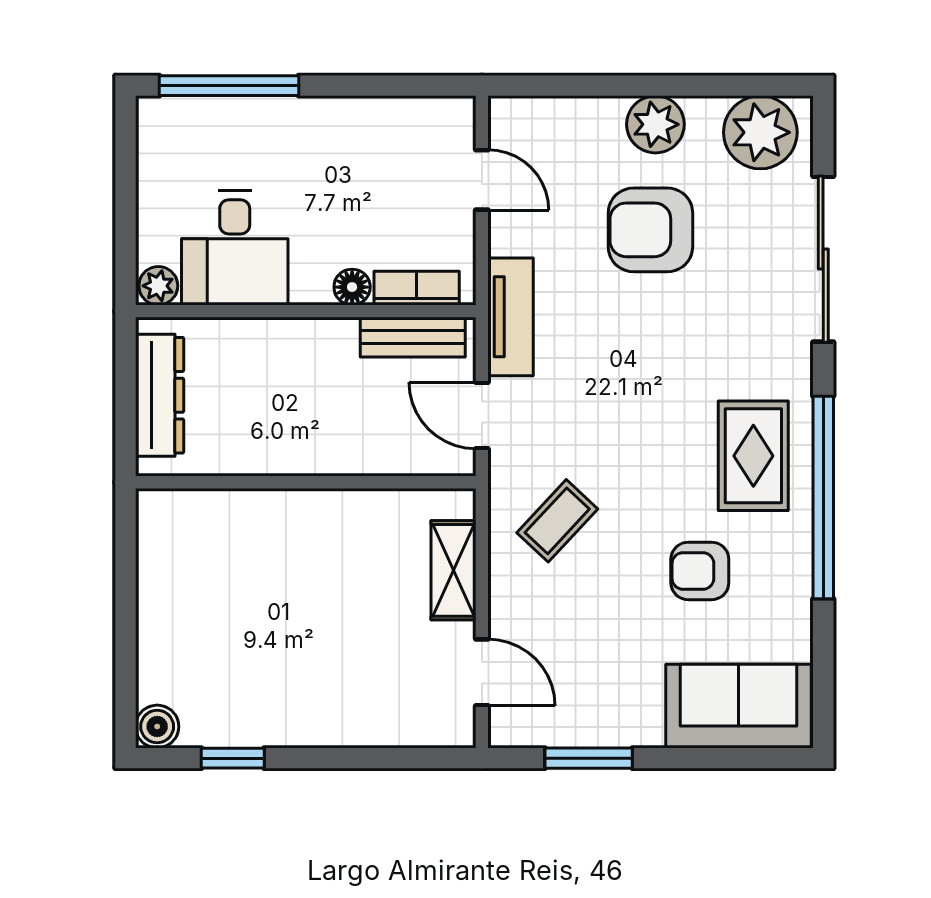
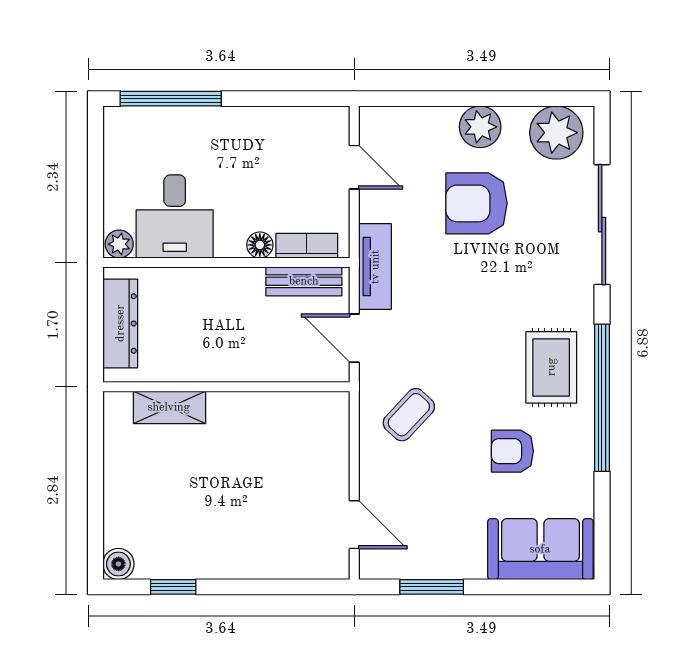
shelving: (454, 570) -> (169, 407), moved, turned 90

